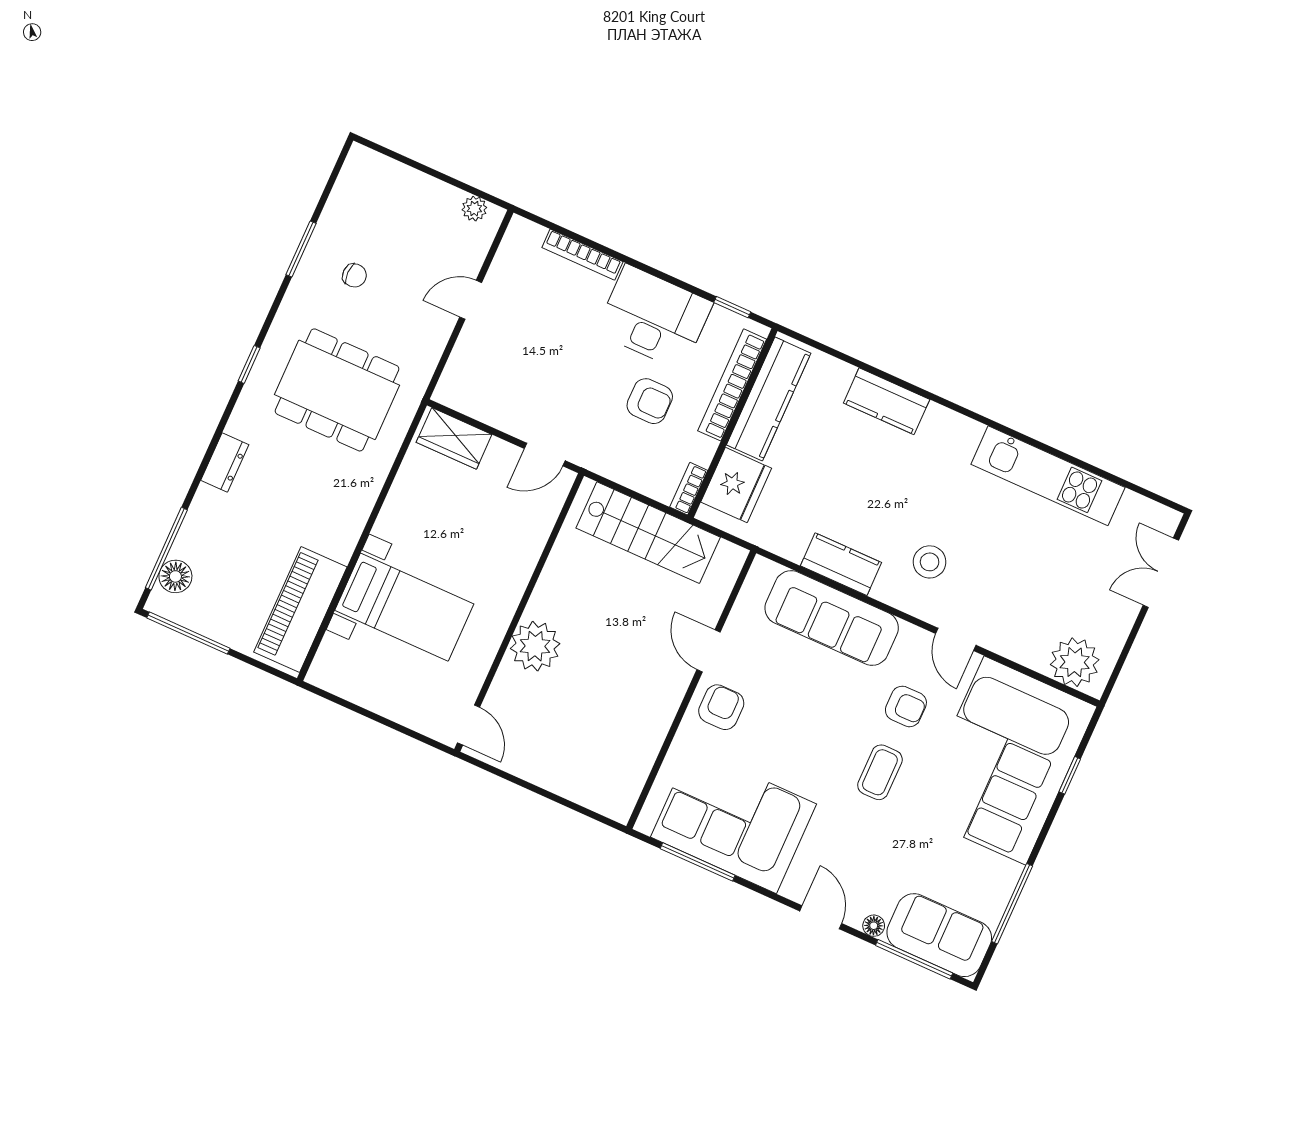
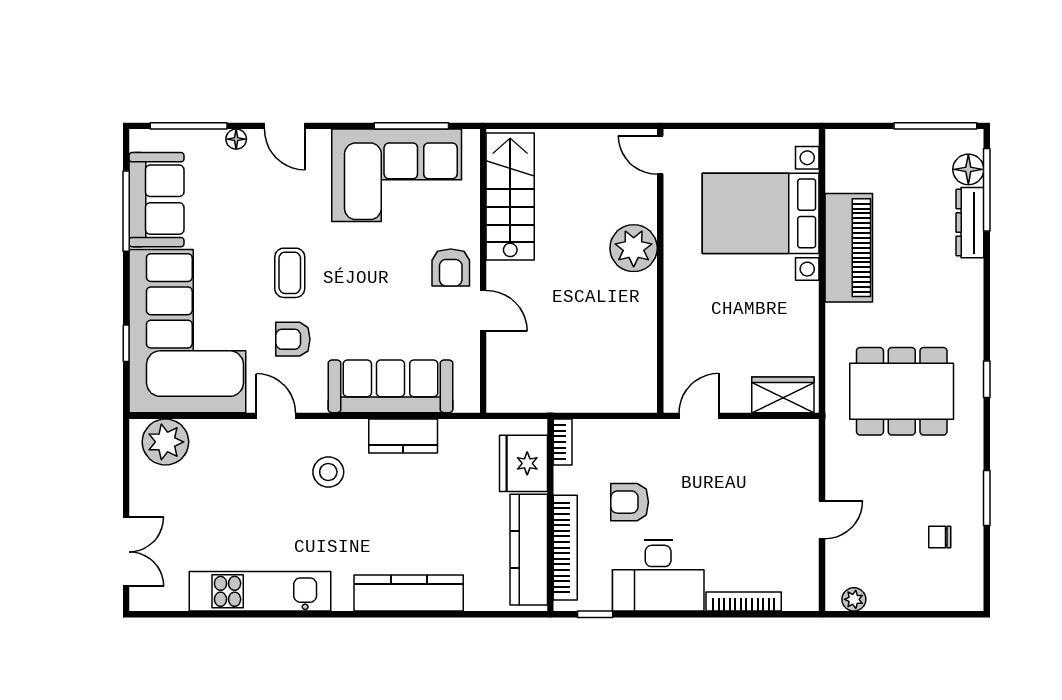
chair: (354, 275) -> (940, 537), moved
kitchen counter: (887, 401) -> (409, 593), width x1.50
dresser: (225, 462) -> (970, 223), moved, width x1.44
stairs: (648, 533) -> (510, 197), moved, turned 90
bed with nightstands: (404, 607) -> (761, 213), width x1.36
piano: (300, 609) -> (849, 248), moved
sofa: (939, 935) -> (156, 200), moved, turned -90

